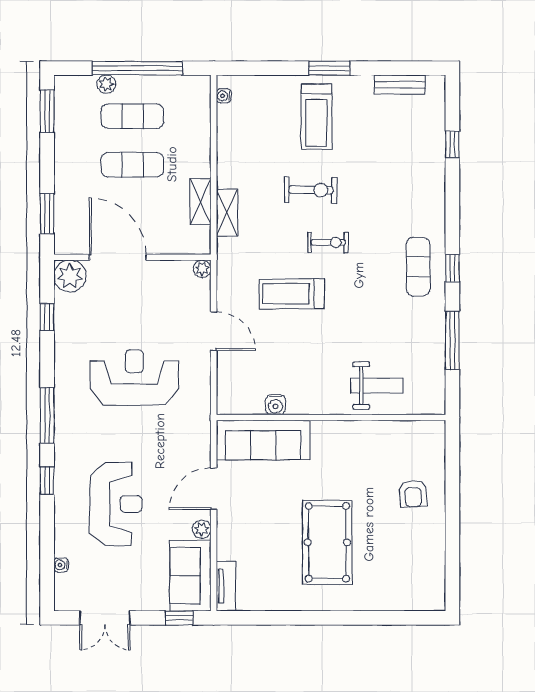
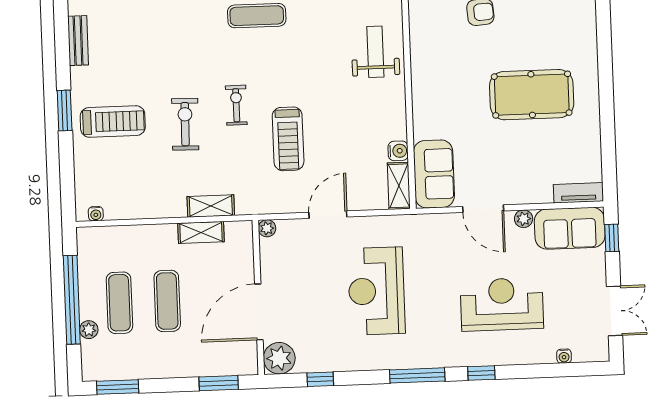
shelving: (240, 404) -> (399, 186), added
sofa: (263, 440) -> (434, 174), width x0.73

